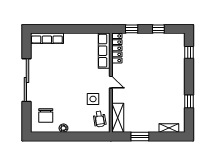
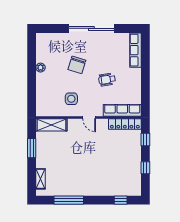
door: (111, 82) -> (89, 118), hinge flipped
window: (189, 101) -> (69, 200), width x2.17
chair: (46, 115) -> (77, 65), moved, turned -73
wheelchair: (100, 119) -> (107, 80), moved

